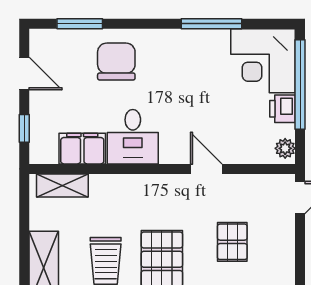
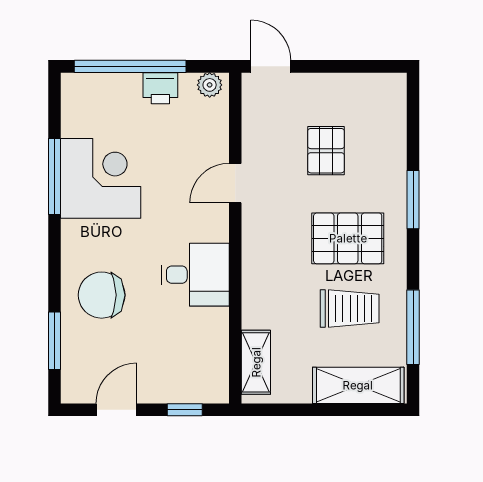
corner desk: (263, 61) -> (101, 178), moved, turned -90
filing cabinet: (82, 149) -> (210, 338), removed
pallet: (232, 242) -> (326, 151), turned 90

